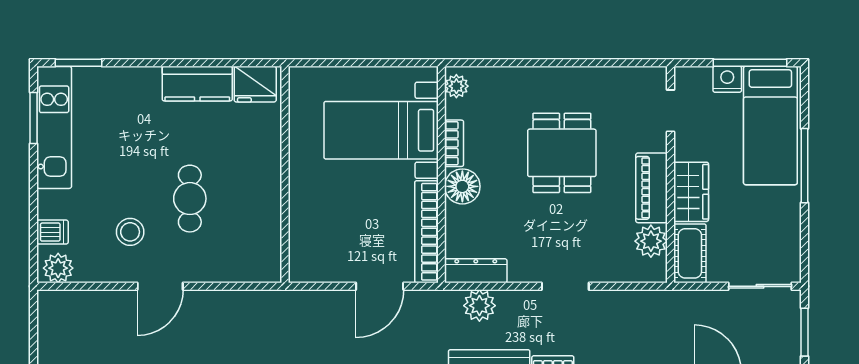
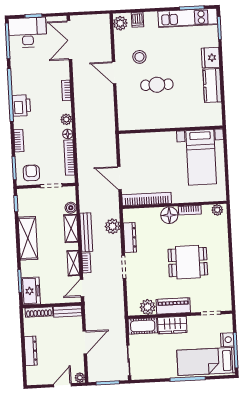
fridge: (255, 84) -> (211, 58), moved
bed with nightstands: (381, 130) -> (201, 157), moved, turned 180
dresser: (476, 271) -> (130, 238), moved

